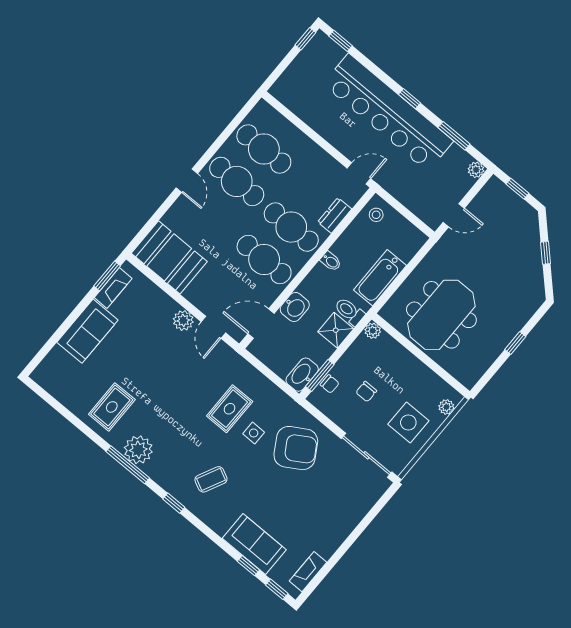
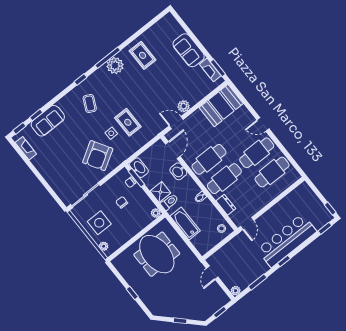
bar counter: (388, 112) -> (287, 241), width x0.73

